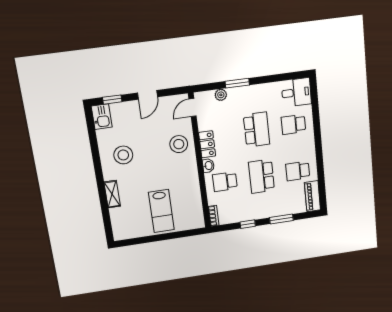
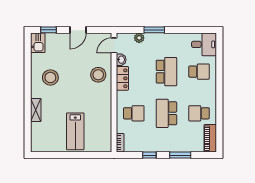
school desk: (293, 124) -> (199, 72), turned 180
washbasin: (208, 166) -> (121, 60), moved
school desk: (225, 182) -> (134, 113), turned 180

